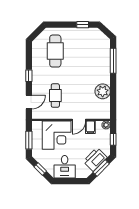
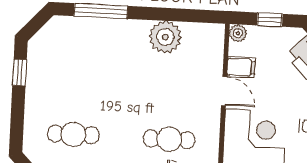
cafe table: (55, 51) -> (73, 134), width x0.73, depth x0.74

